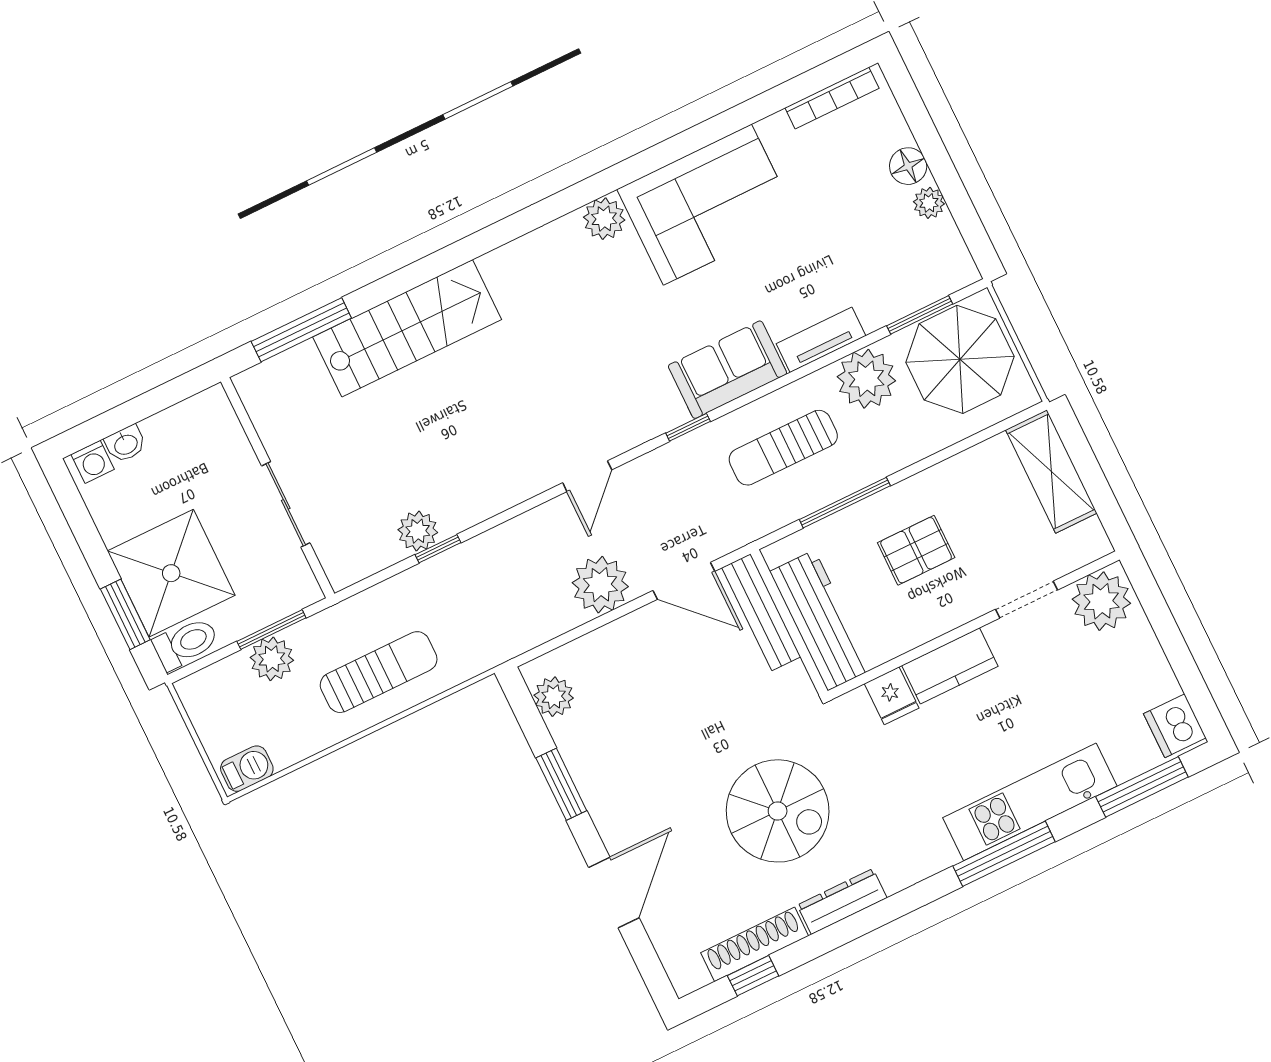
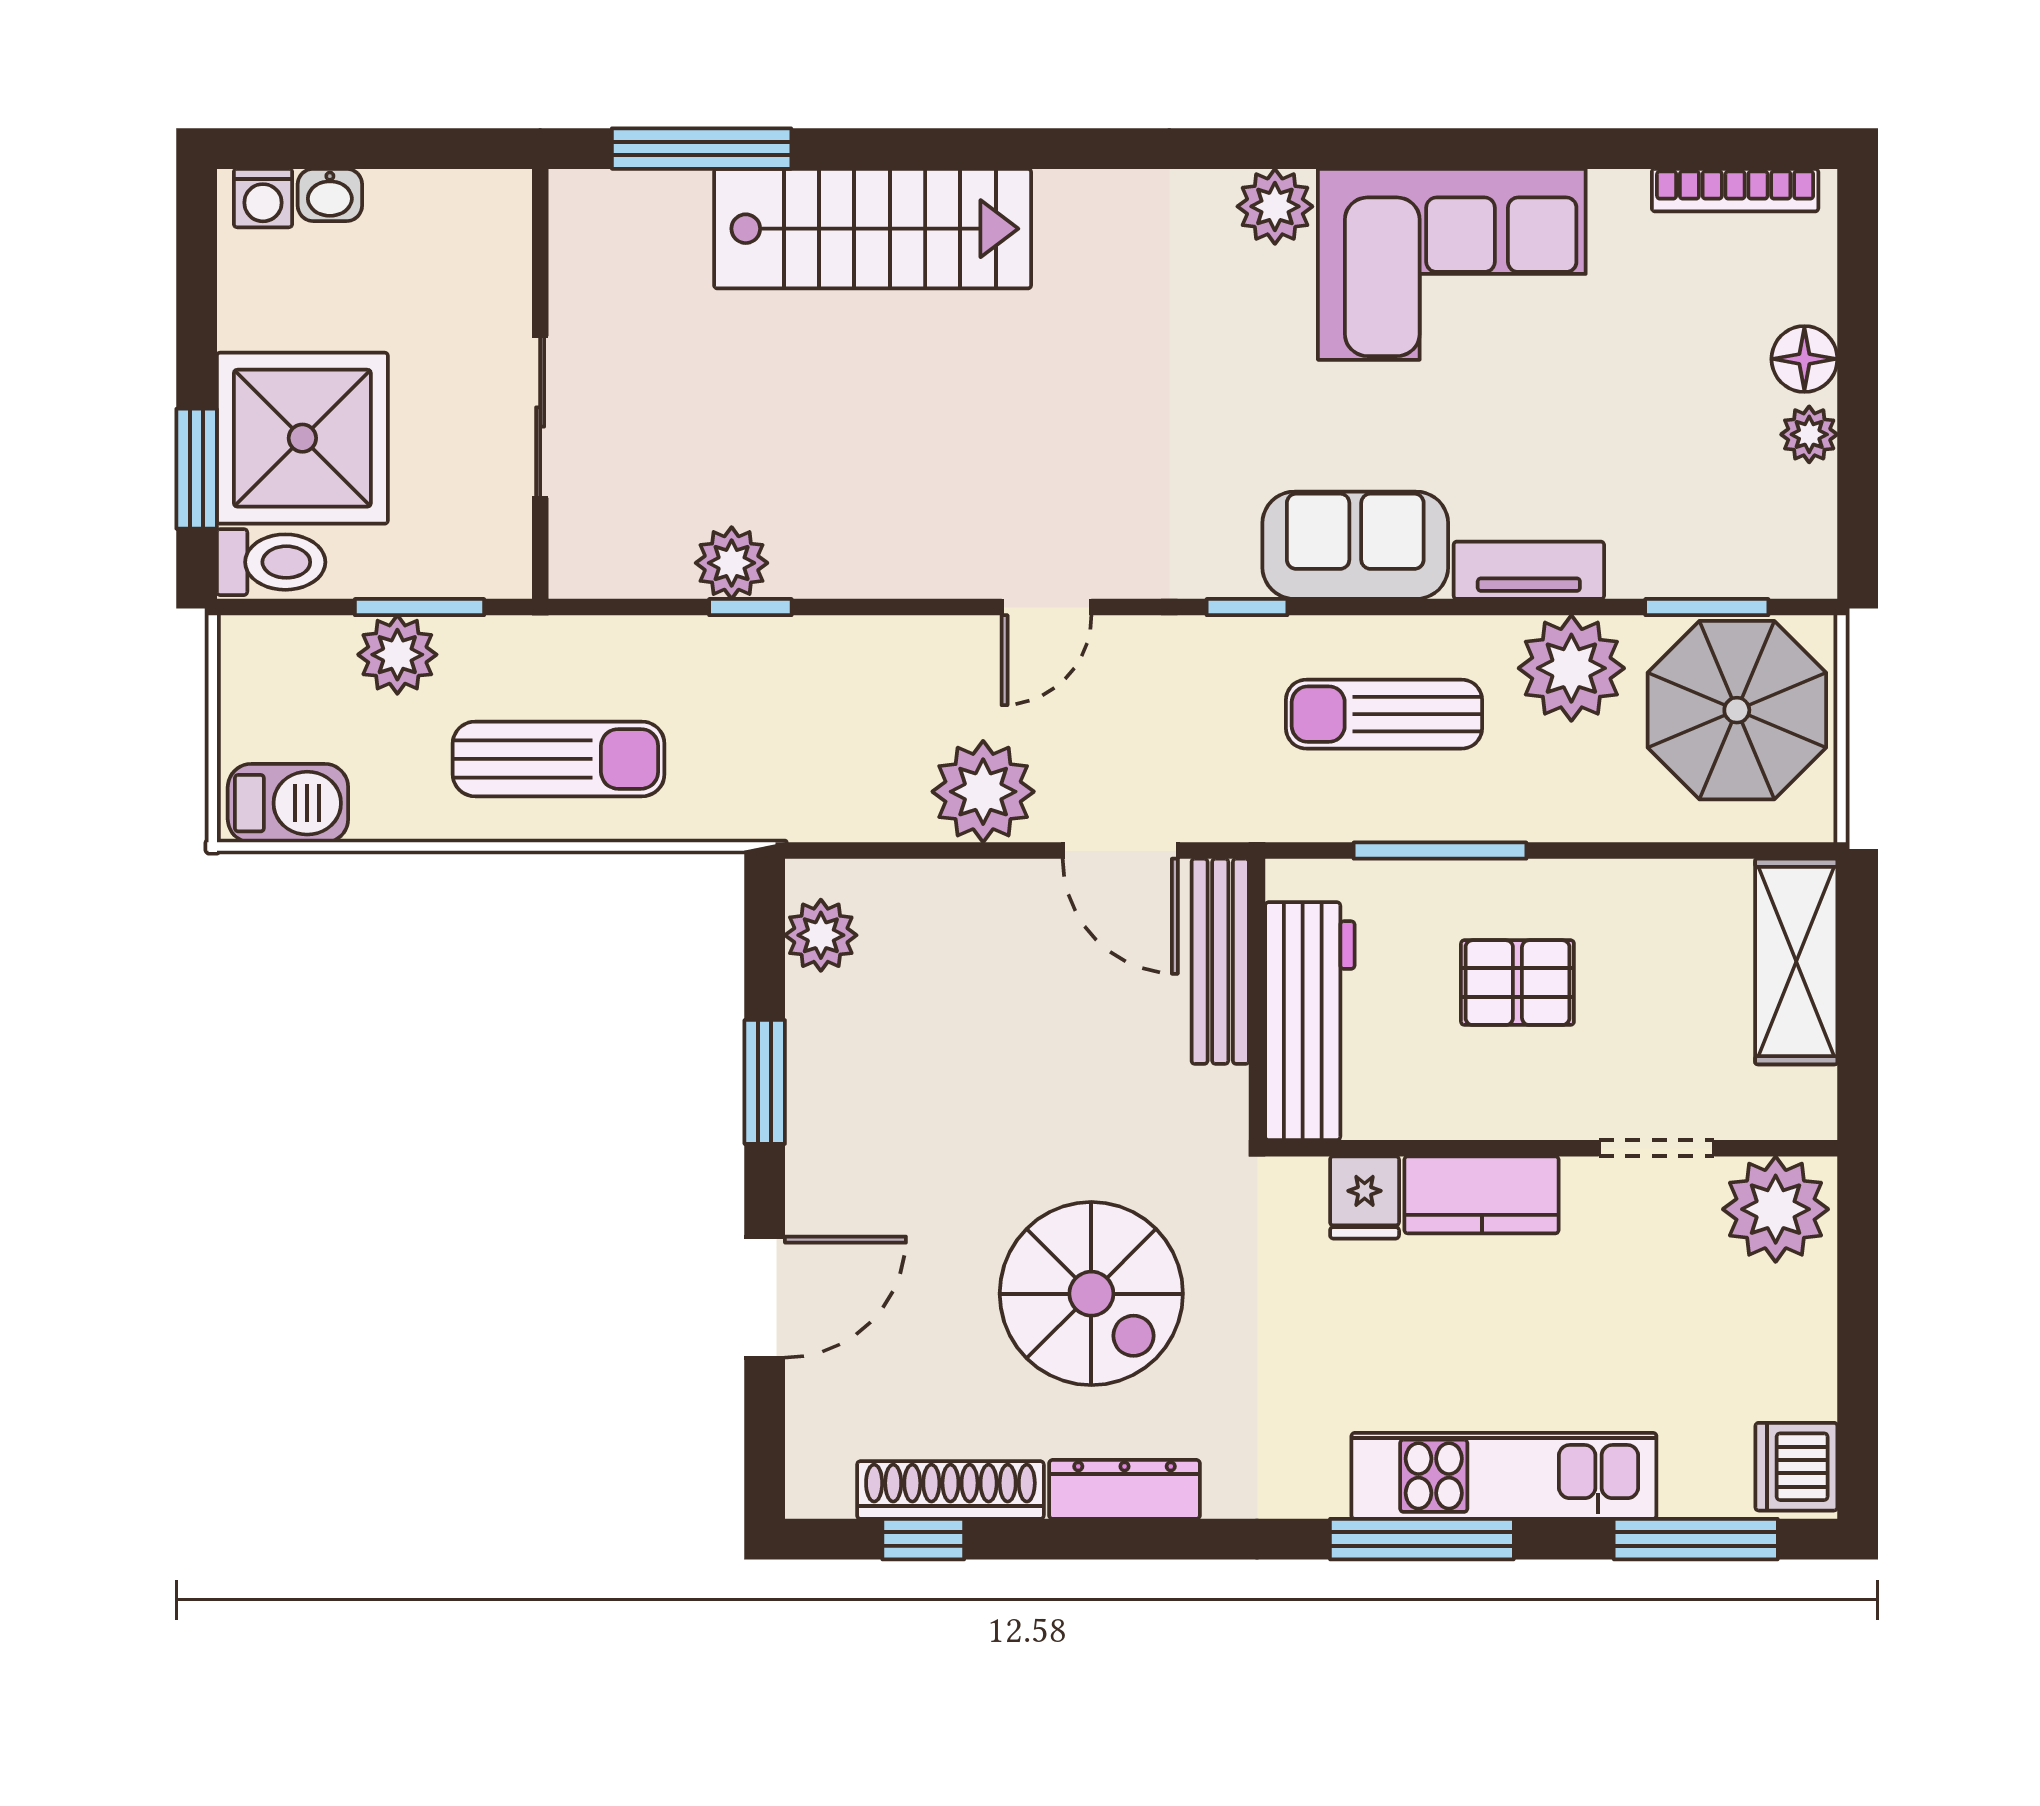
barbecue: (247, 769) -> (288, 803), width x1.38, depth x1.27

